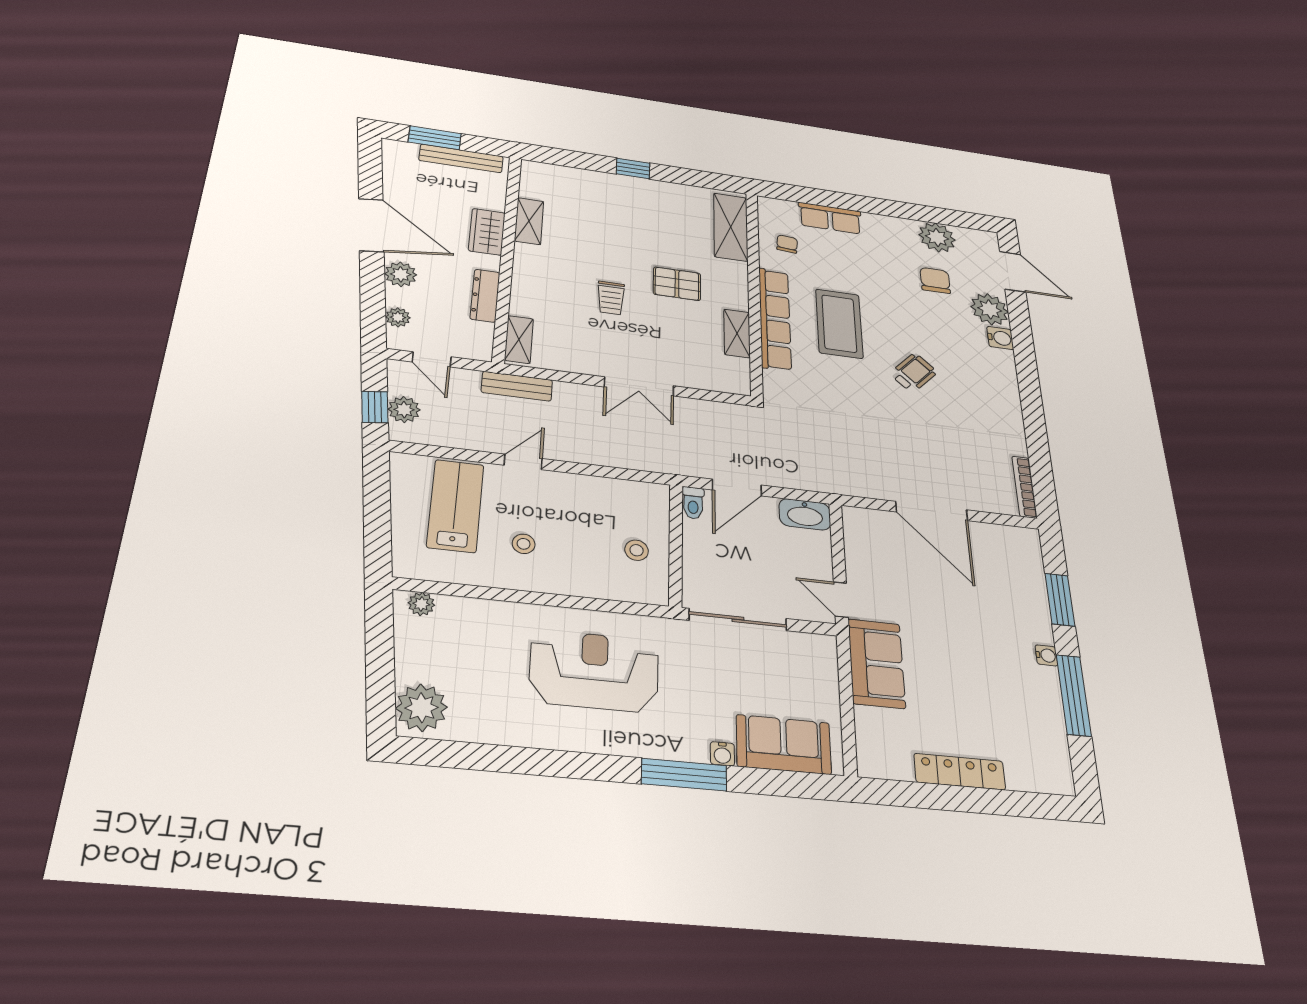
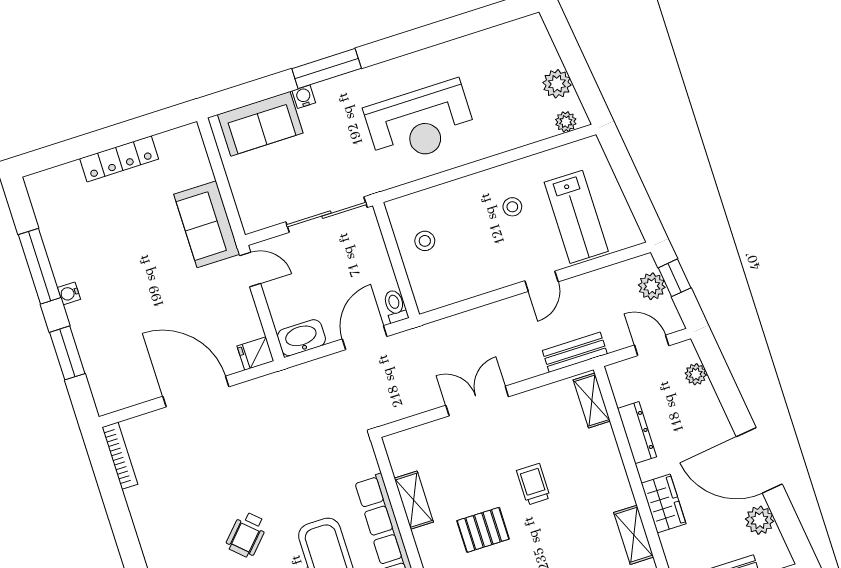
plant: (401, 274) -> (760, 520), moved
fridge: (859, 520) -> (255, 354), added
plant: (421, 708) -> (557, 84), moved, width x0.73, depth x0.73

